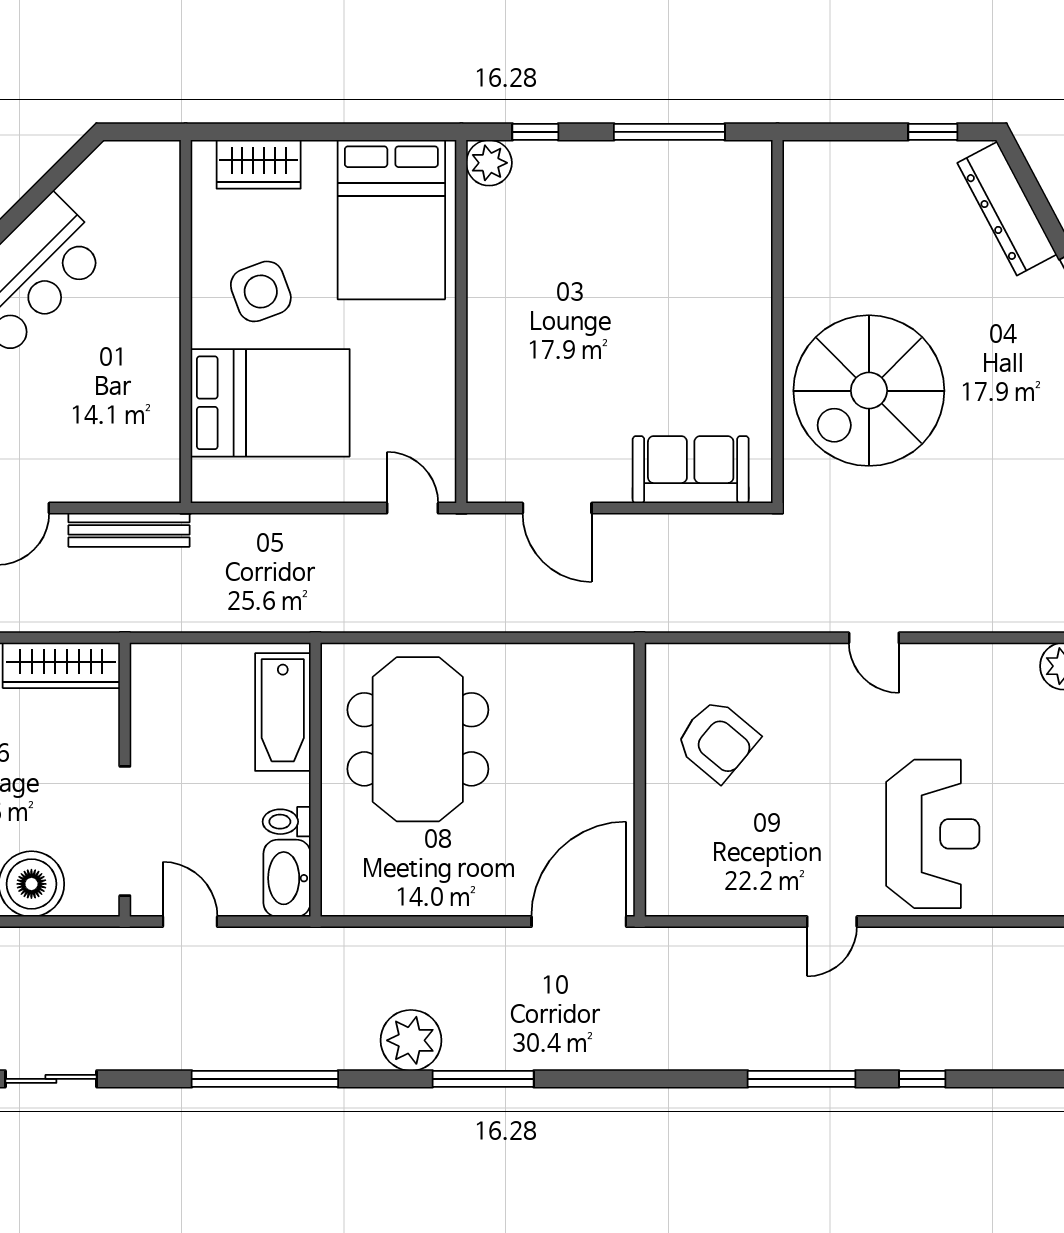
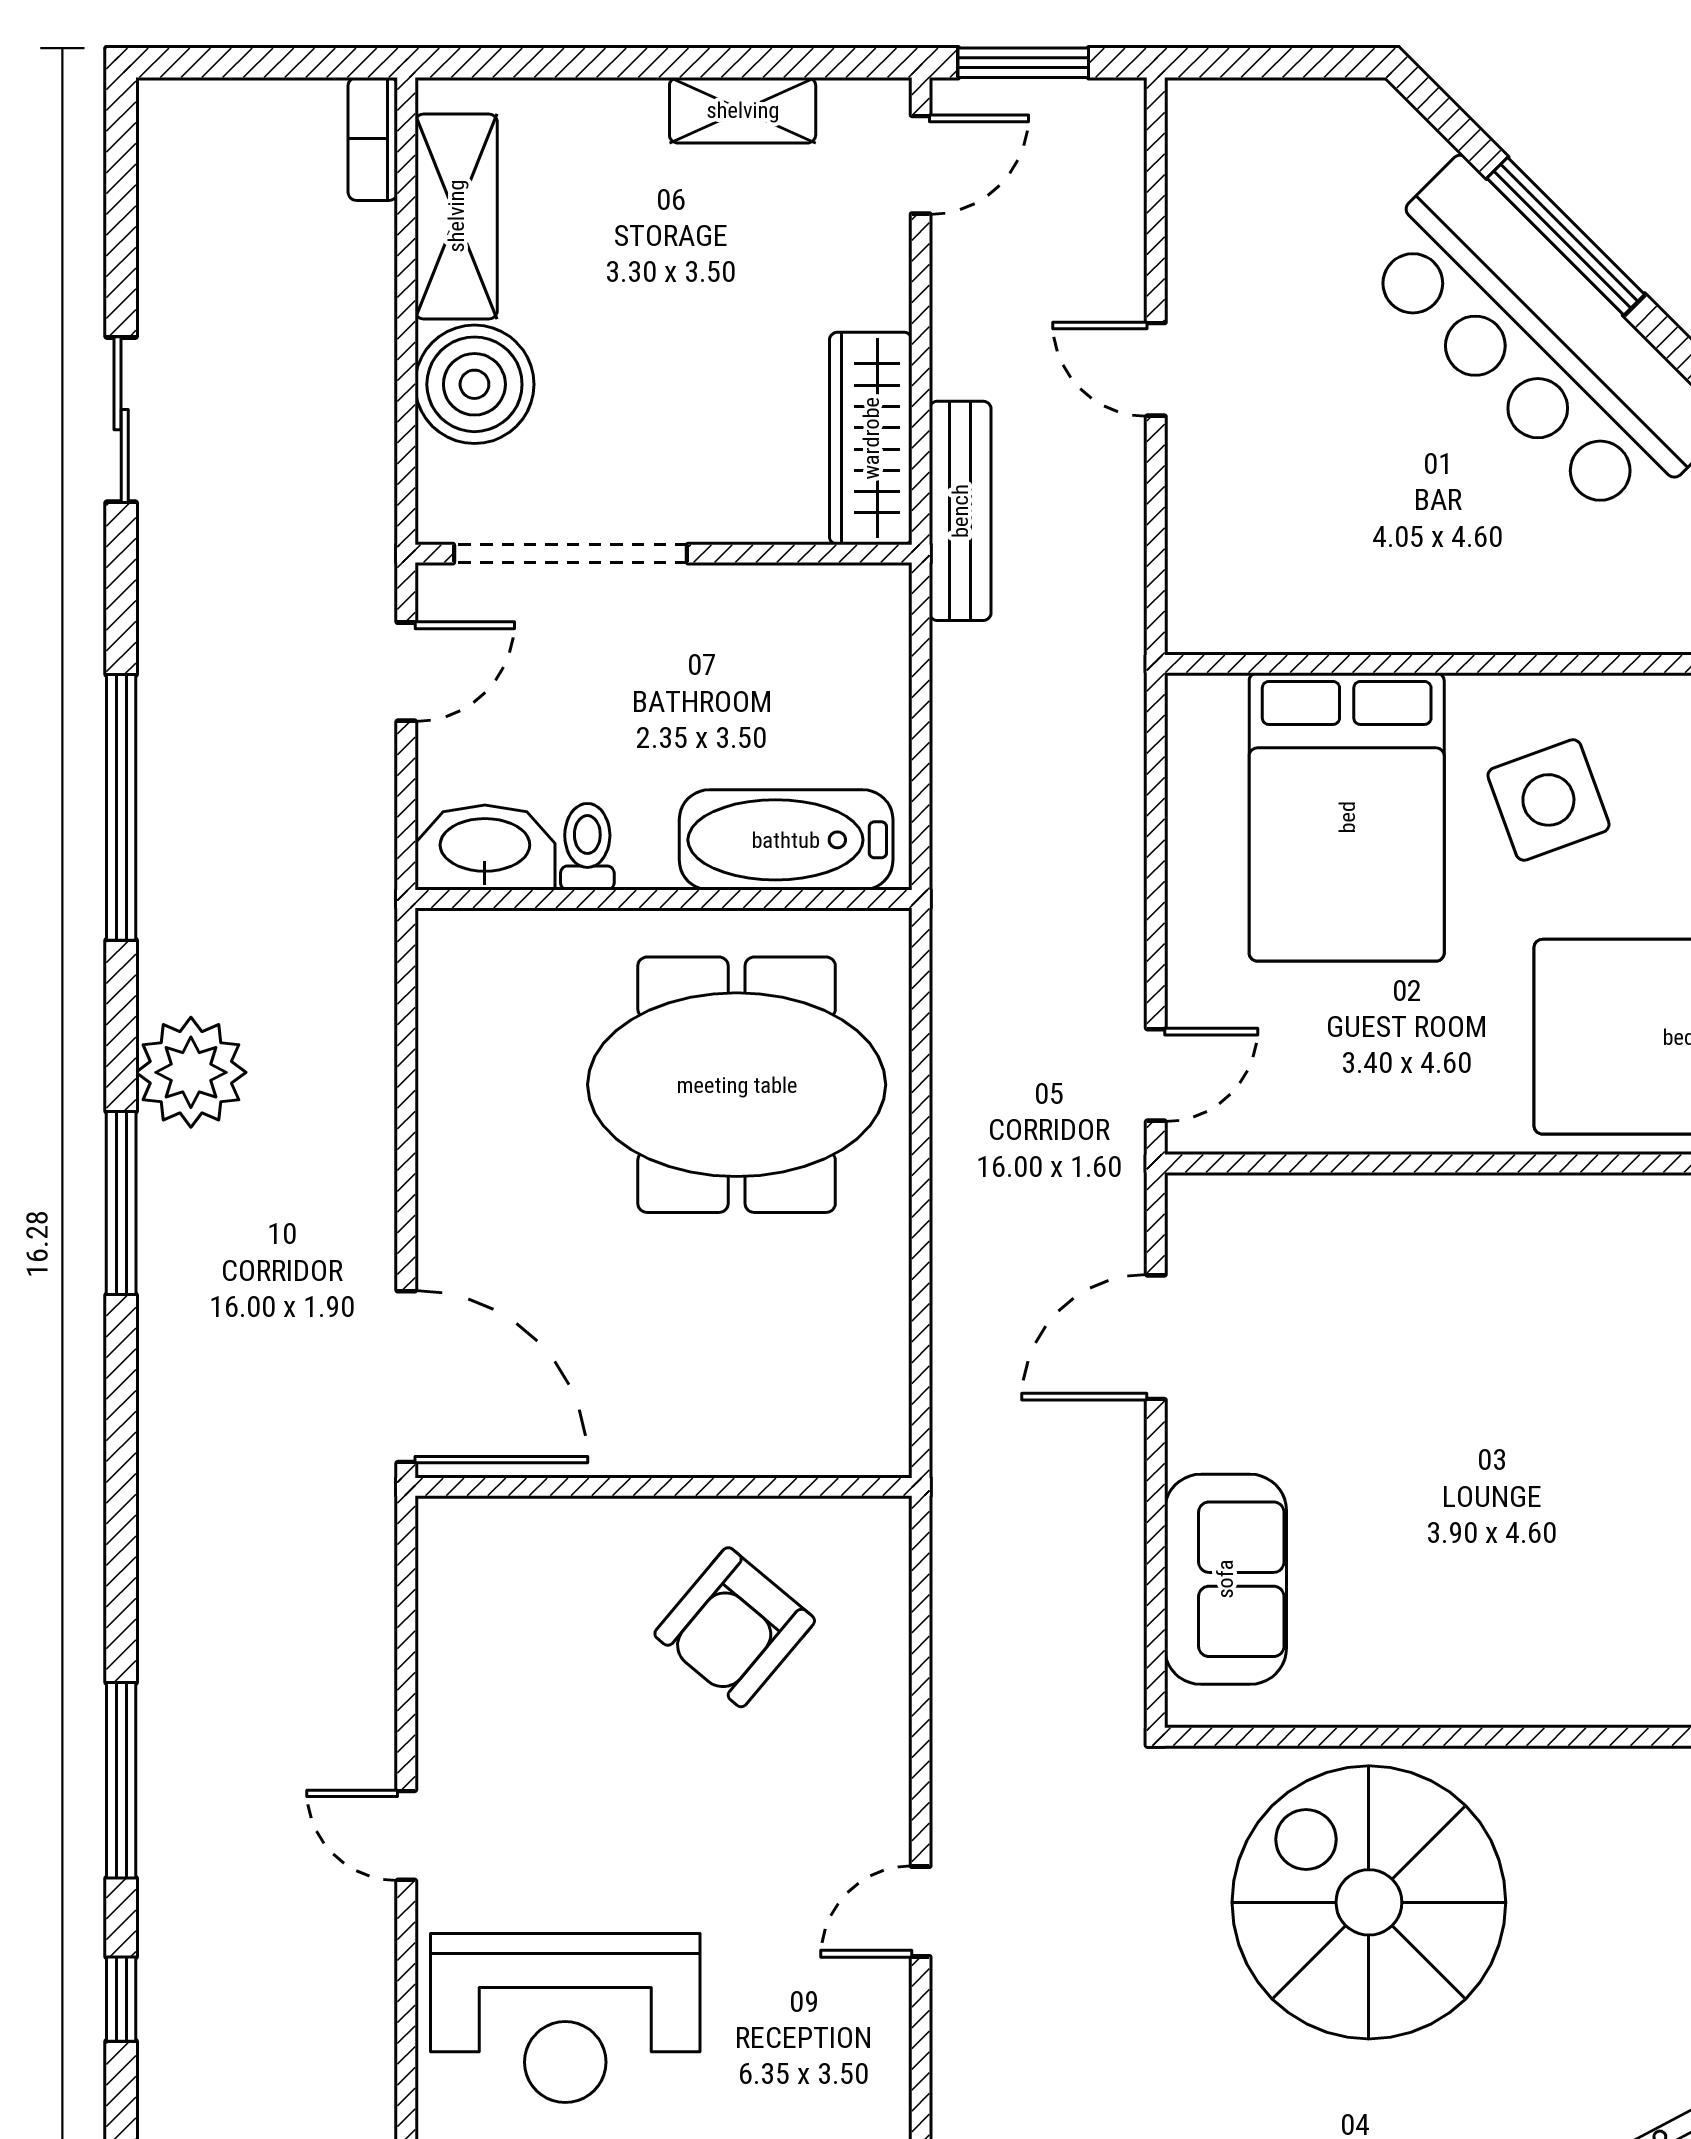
bench: (129, 530) -> (960, 511), moved

